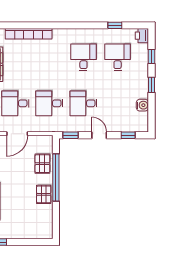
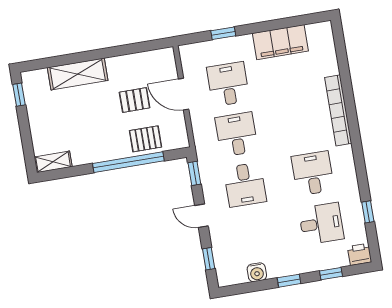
bookcase: (29, 34) -> (338, 110), moved
desk: (83, 57) -> (313, 173), turned -90
desk: (83, 103) -> (245, 185), turned 180
door: (99, 135) -> (201, 216), swing flipped
pallet: (44, 194) -> (135, 100), moved
shelving: (47, 227) -> (53, 162), added

